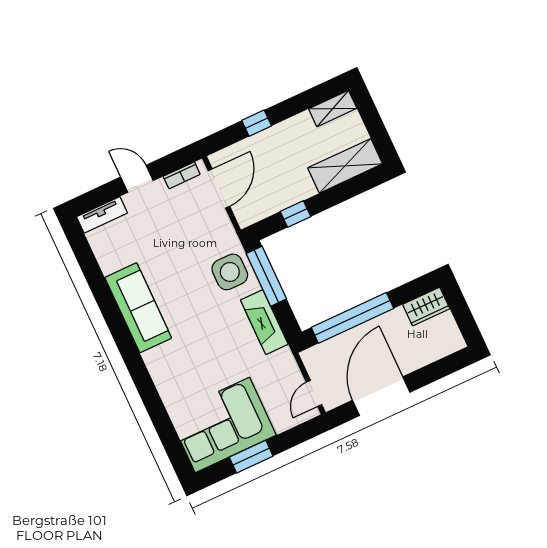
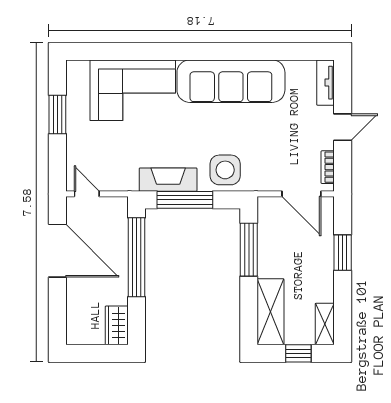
window: (372, 121) -> (298, 353), added
window: (257, 123) -> (343, 253), width x1.50
window: (295, 214) -> (249, 250), width x2.17
window: (266, 276) -> (185, 200), moved
sofa: (138, 308) -> (231, 81), width x1.36, depth x1.27
corner sofa: (222, 425) -> (133, 90), moved, turned 90

